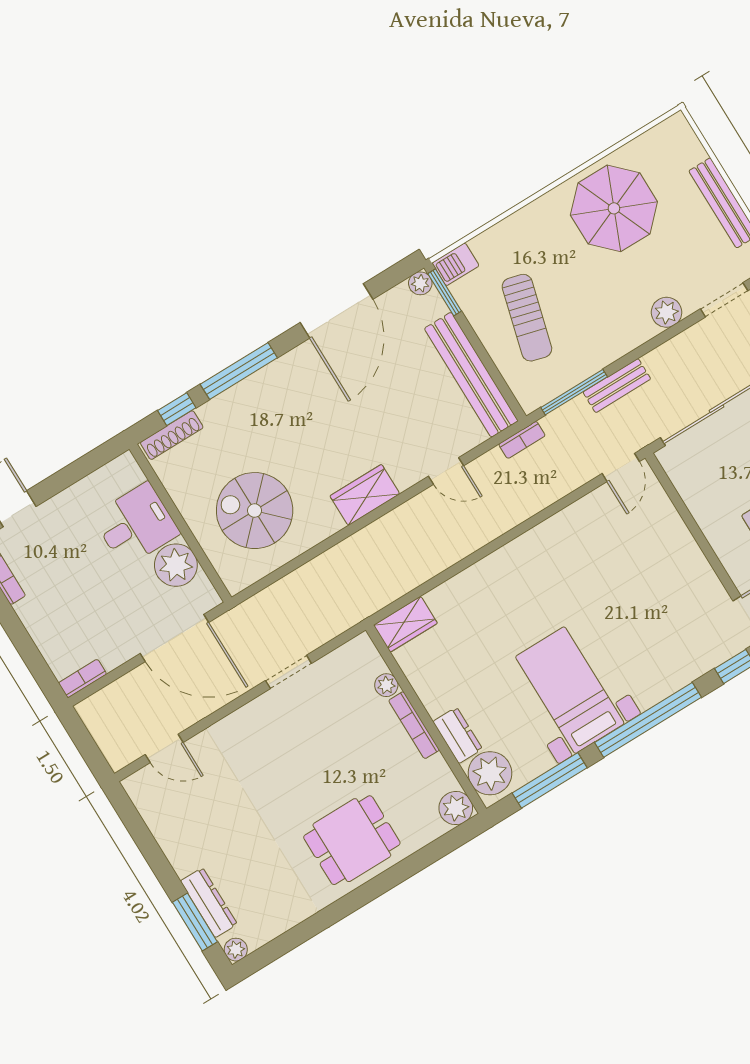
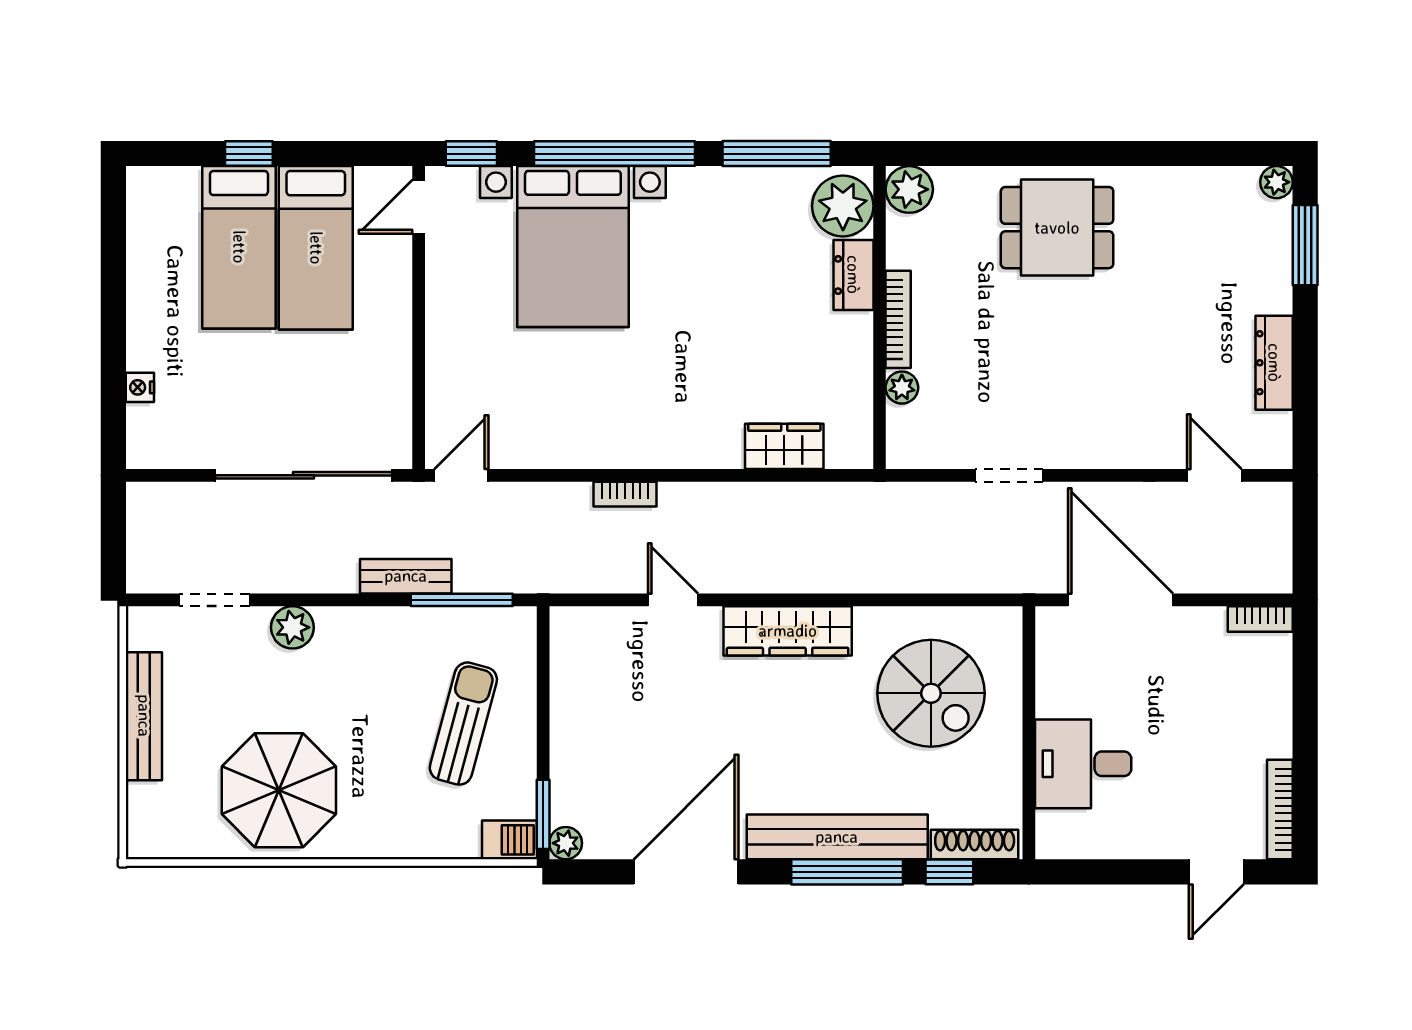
bench: (471, 375) -> (837, 837), moved, turned 90
bookcase: (522, 440) -> (625, 494), moved, turned 180
wardrobe: (365, 495) -> (788, 631), width x1.50
plant: (176, 565) -> (1065, 686), removed
wardrobe: (405, 624) -> (784, 446), moved
bed with nightstands: (570, 690) -> (573, 247), moved, width x1.36
dresser: (209, 903) -> (1274, 363), moved

